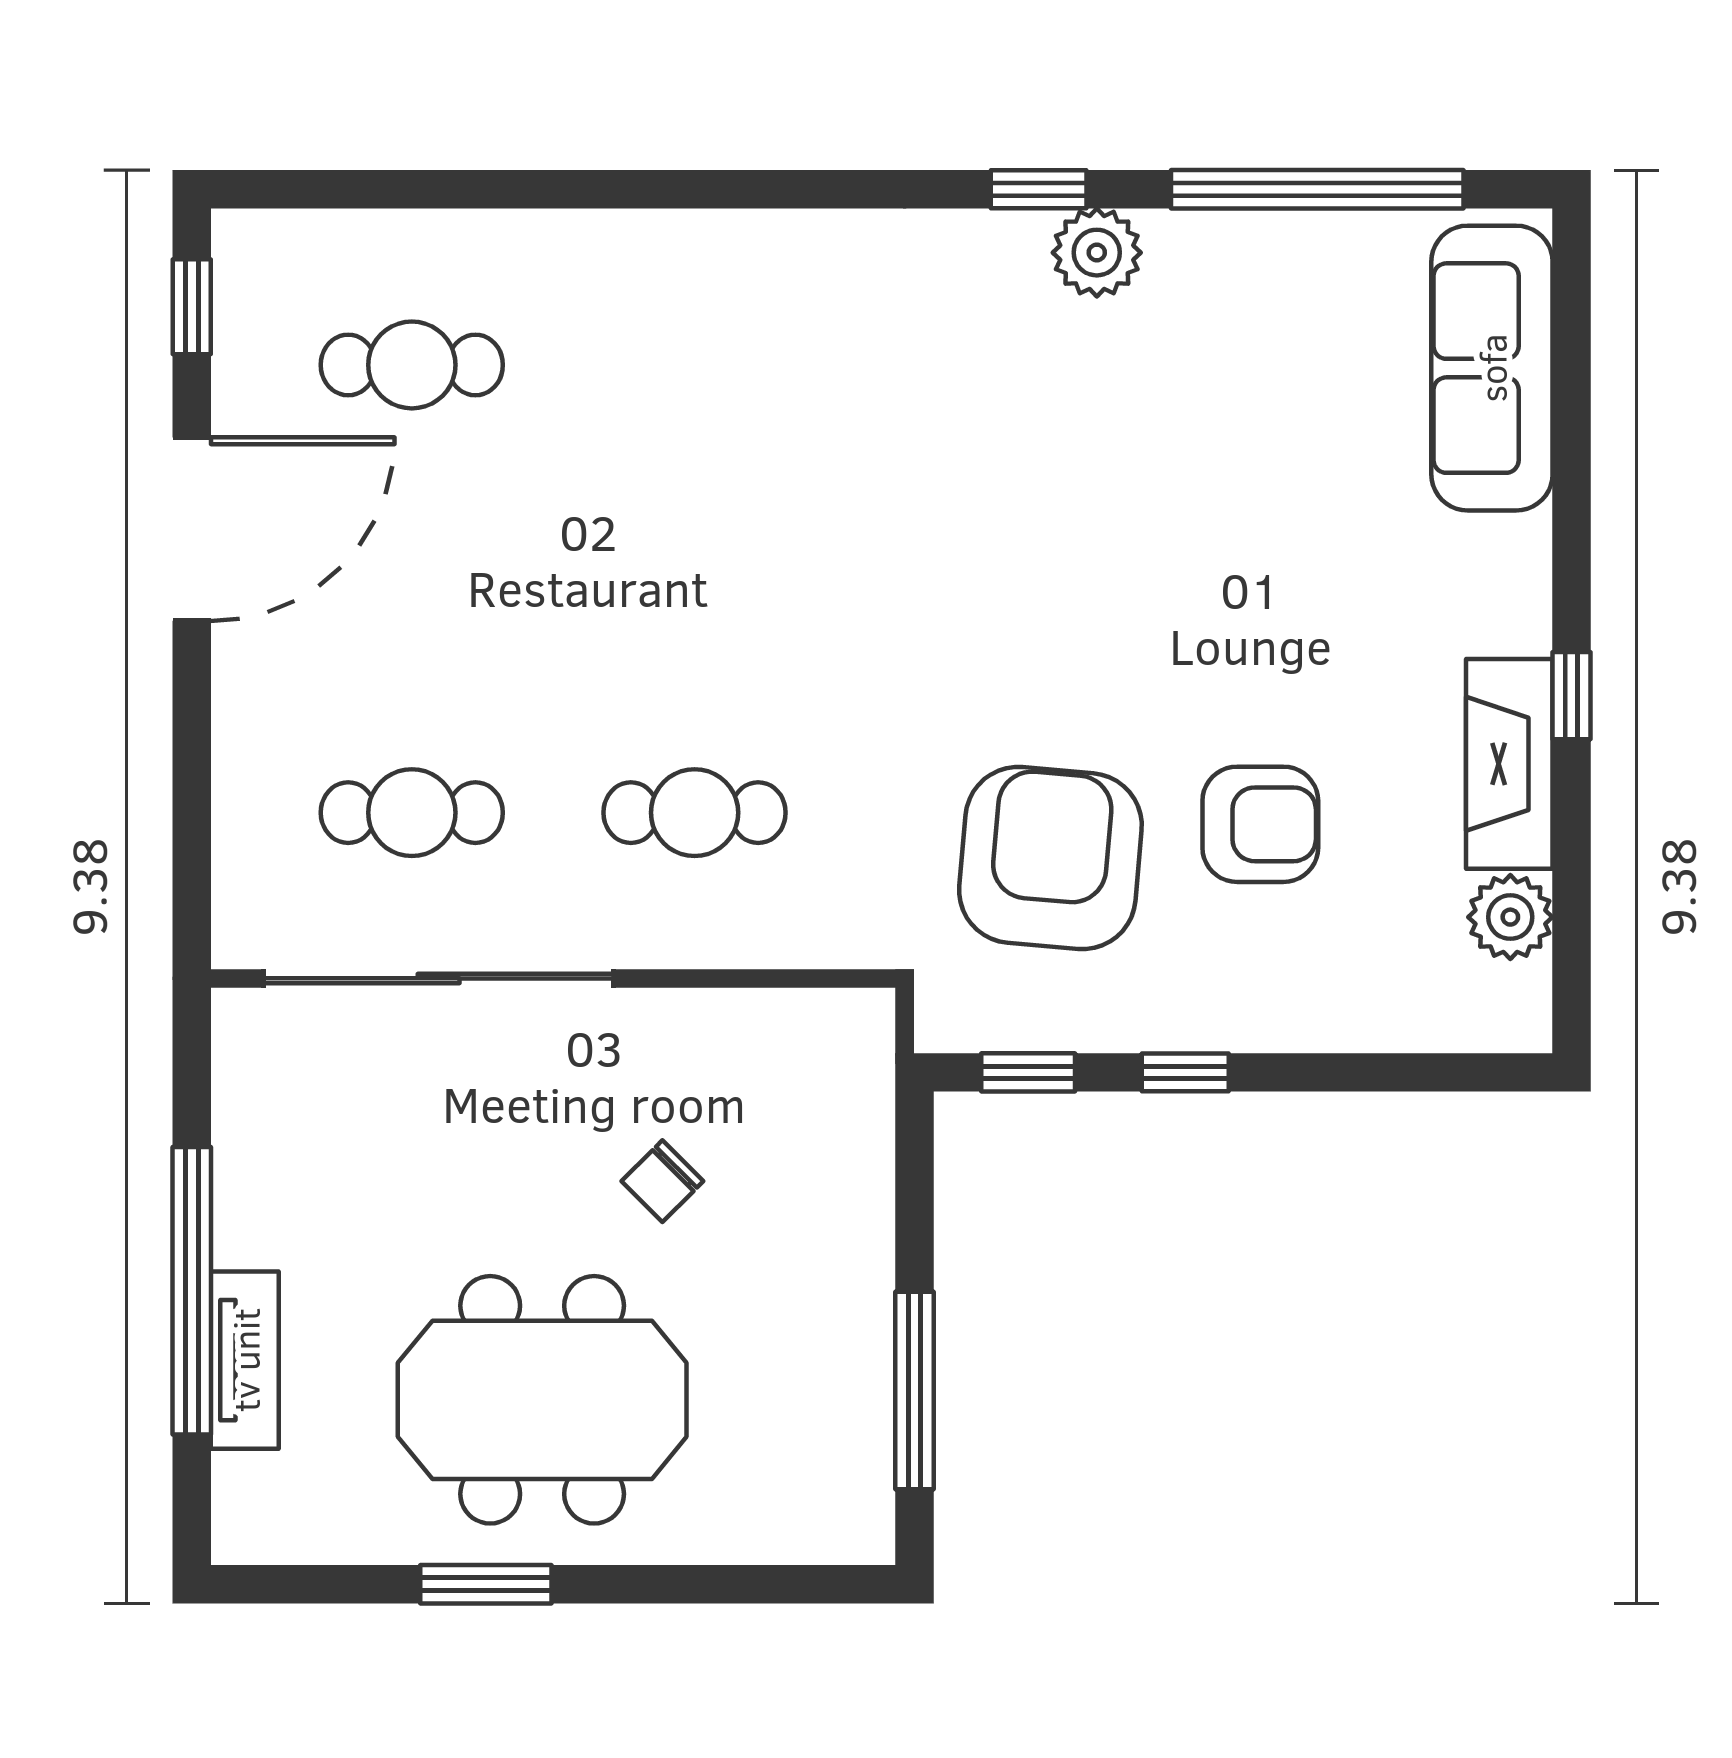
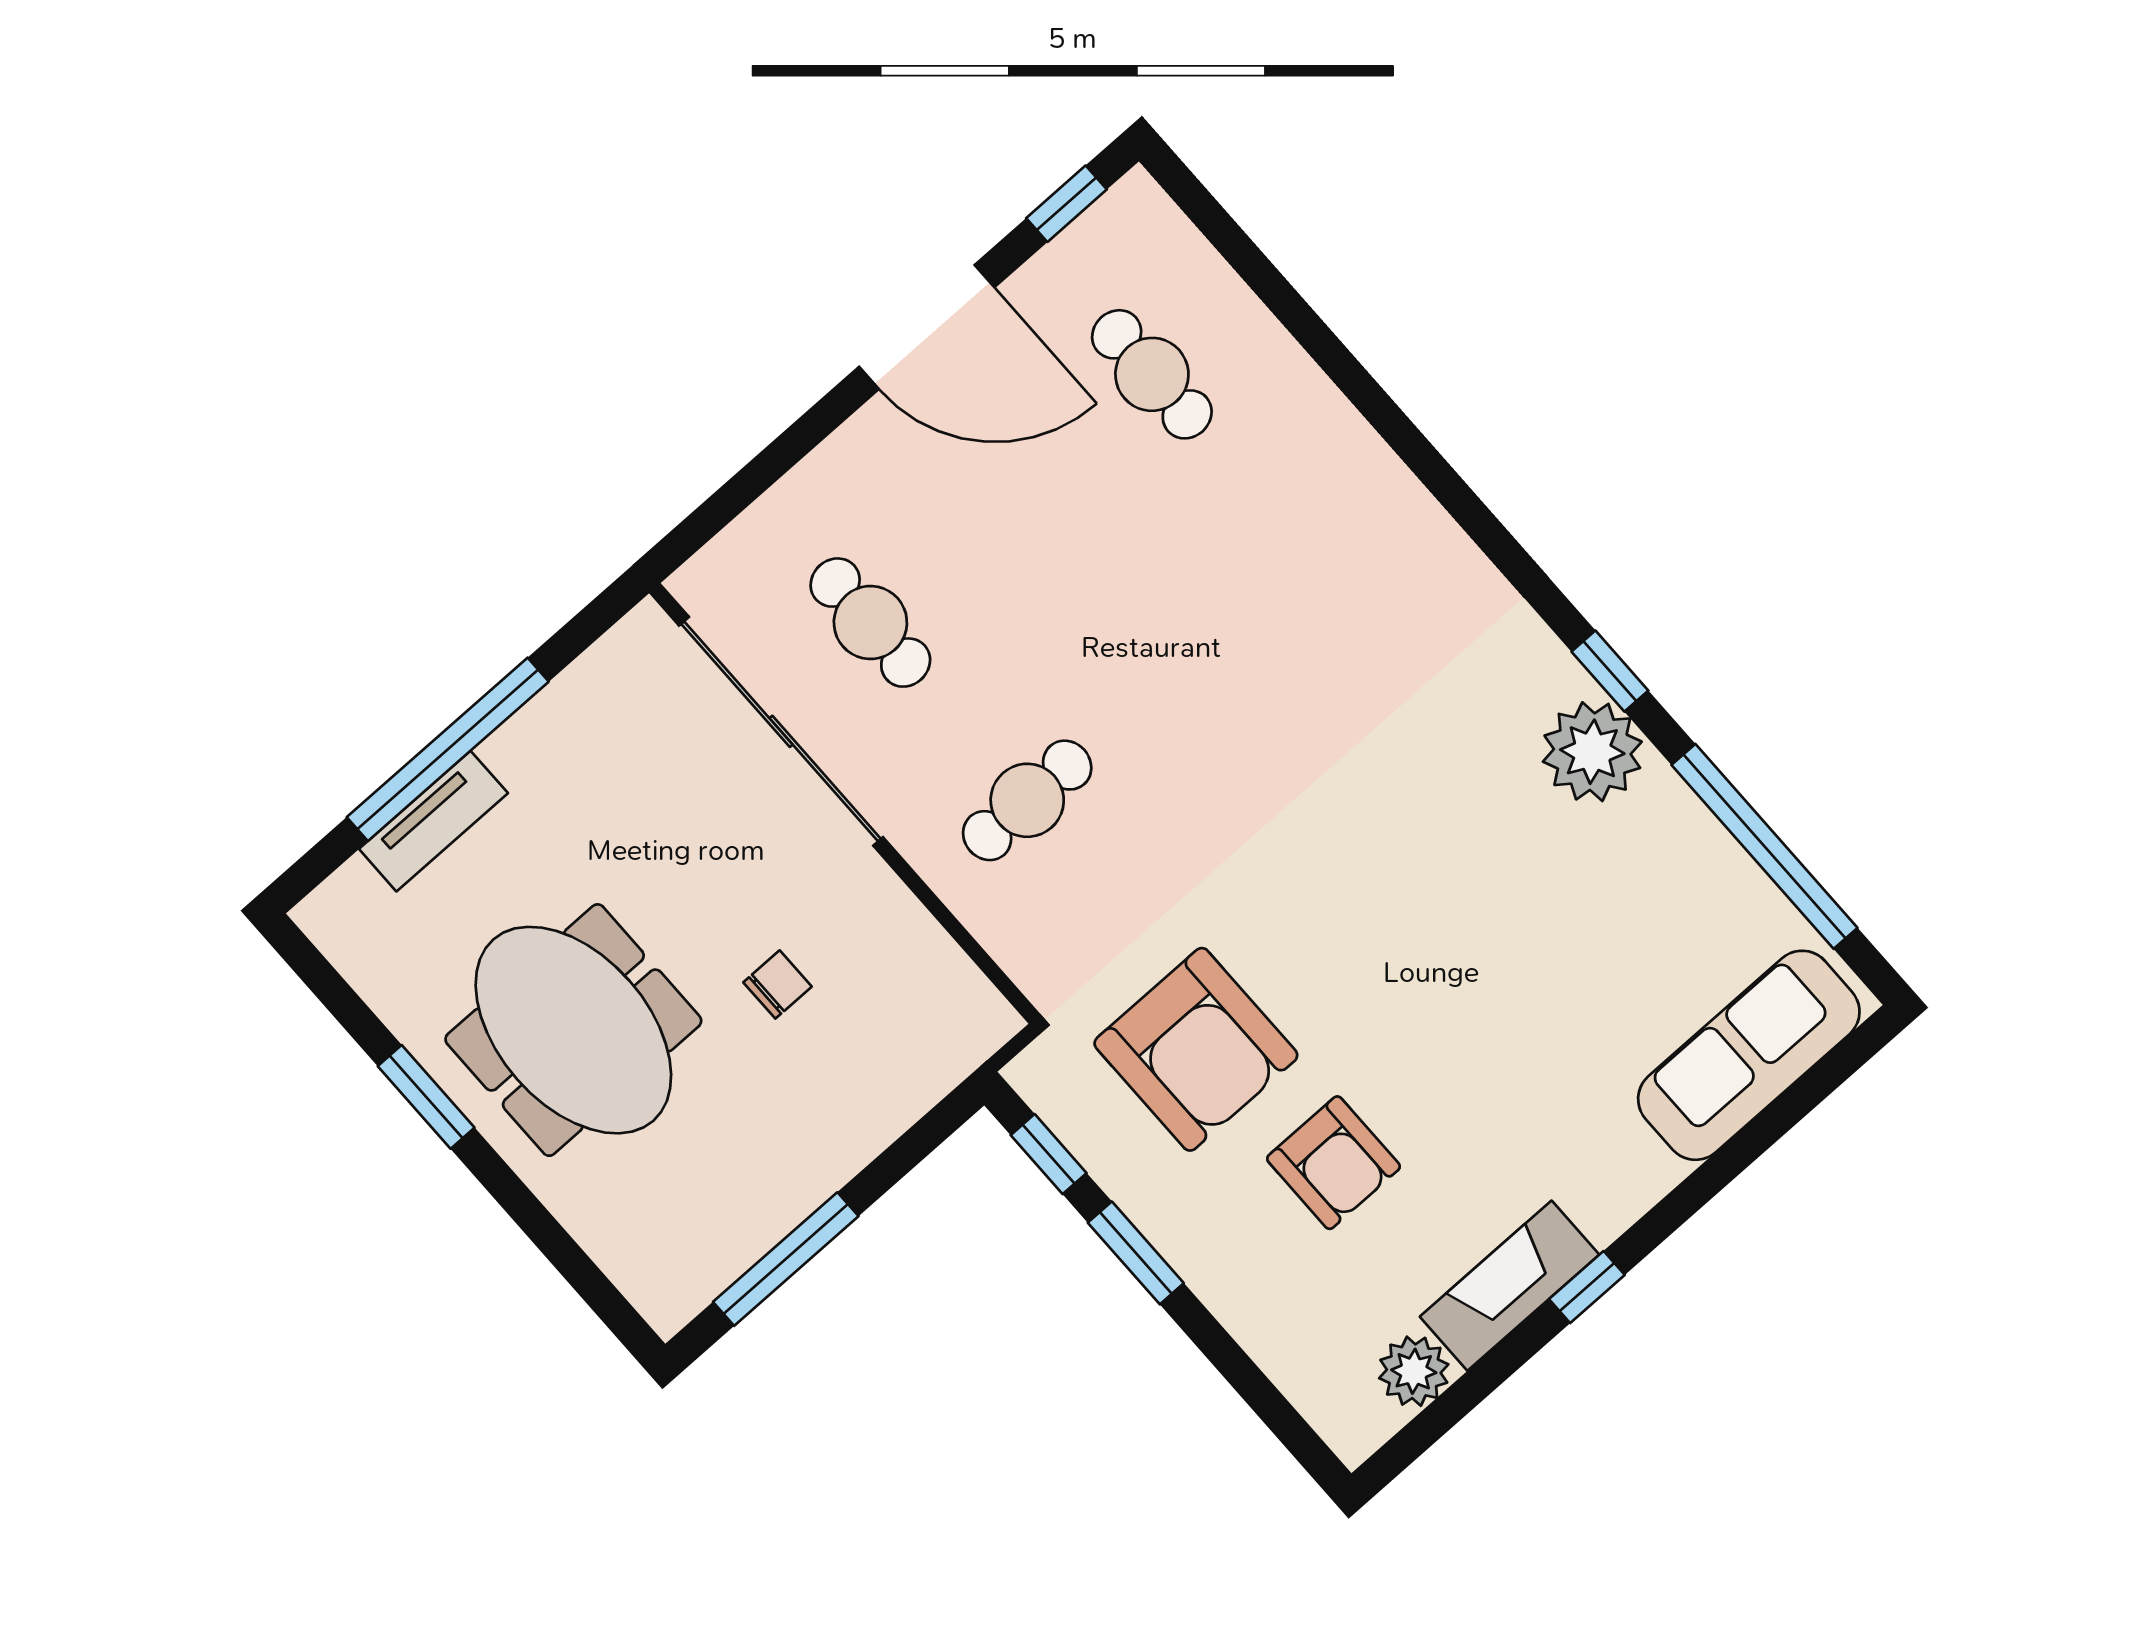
plant: (1097, 253) -> (1592, 752), width x1.36, depth x1.36
cafe table: (695, 813) -> (1027, 800), turned 90
armchair: (1050, 858) -> (1196, 1049), turned 85
window: (1185, 1072) -> (1136, 1253), width x1.50
chair: (662, 1181) -> (778, 984), turned 135

